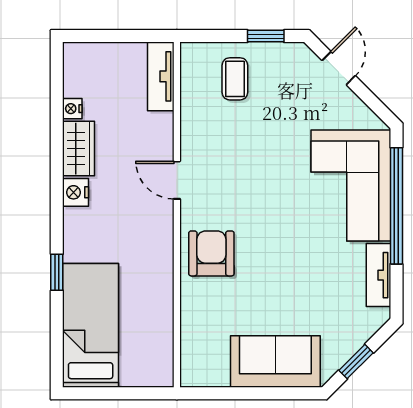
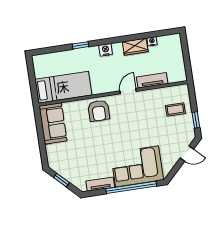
tv unit: (161, 76) -> (152, 80), moved
nightstand: (76, 192) -> (106, 50), moved
armchair: (211, 253) -> (99, 111), turned 90
bed: (91, 325) -> (63, 87), moved
sofa: (275, 362) -> (53, 123), moved

